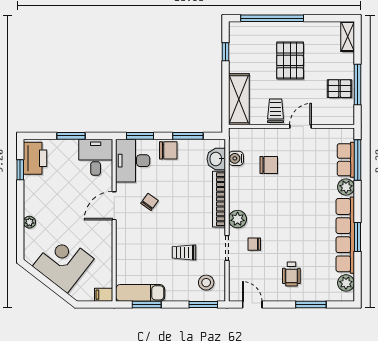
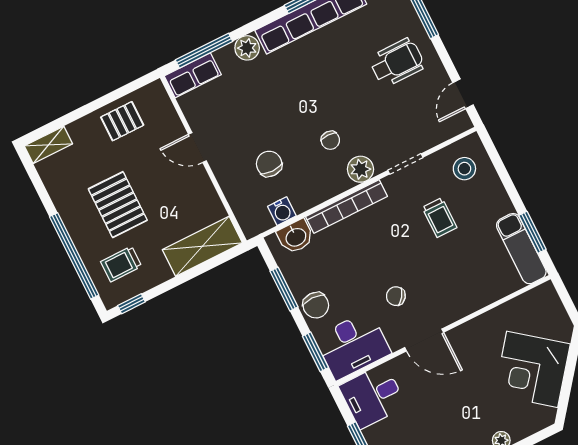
window: (225, 52) -> (131, 304), moved
pallet: (290, 60) -> (118, 205), turned 90
window: (358, 84) -> (105, 100), removed
pallet: (339, 89) -> (122, 121), turned 90
trolley: (276, 111) -> (121, 264), moved
chair: (168, 150) -> (316, 305), turned 180
row of seats: (346, 160) -> (193, 75), moved
chair: (254, 244) -> (330, 140), moved
wheelchair: (291, 274) -> (397, 62), width x1.36, depth x1.37
filing cabinet: (104, 295) -> (548, 295), removed
window: (203, 305) -> (495, 158), removed

